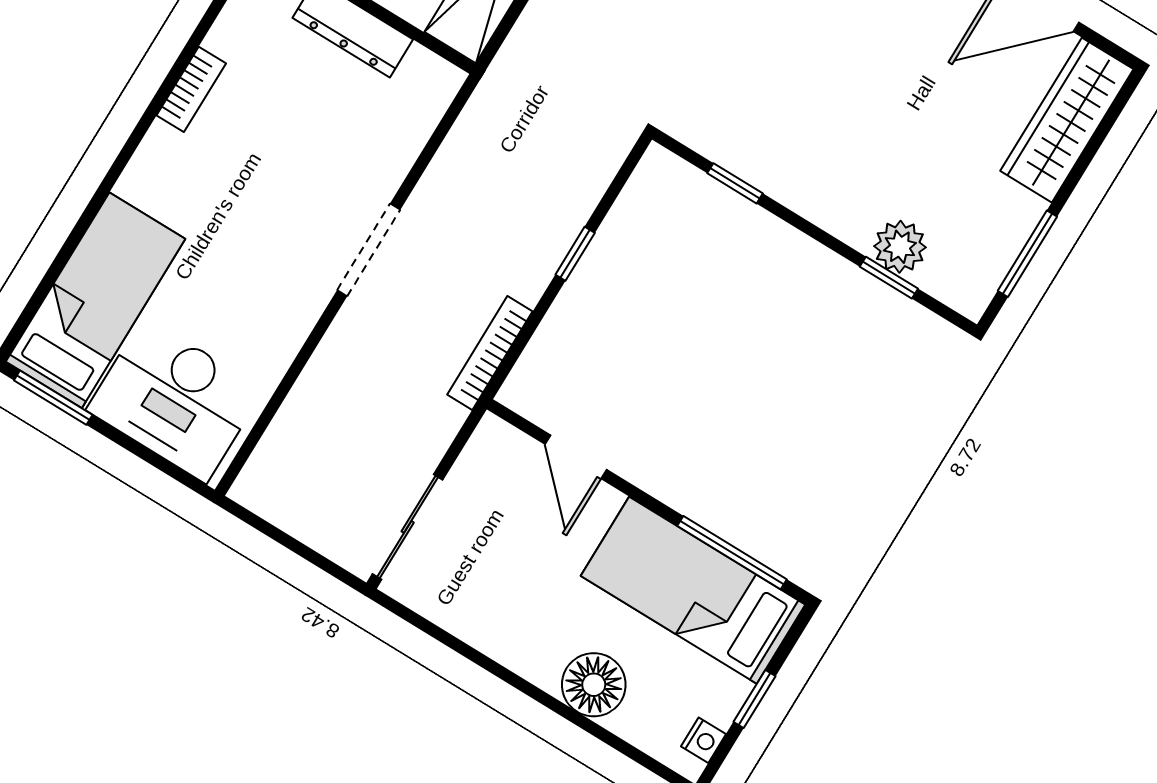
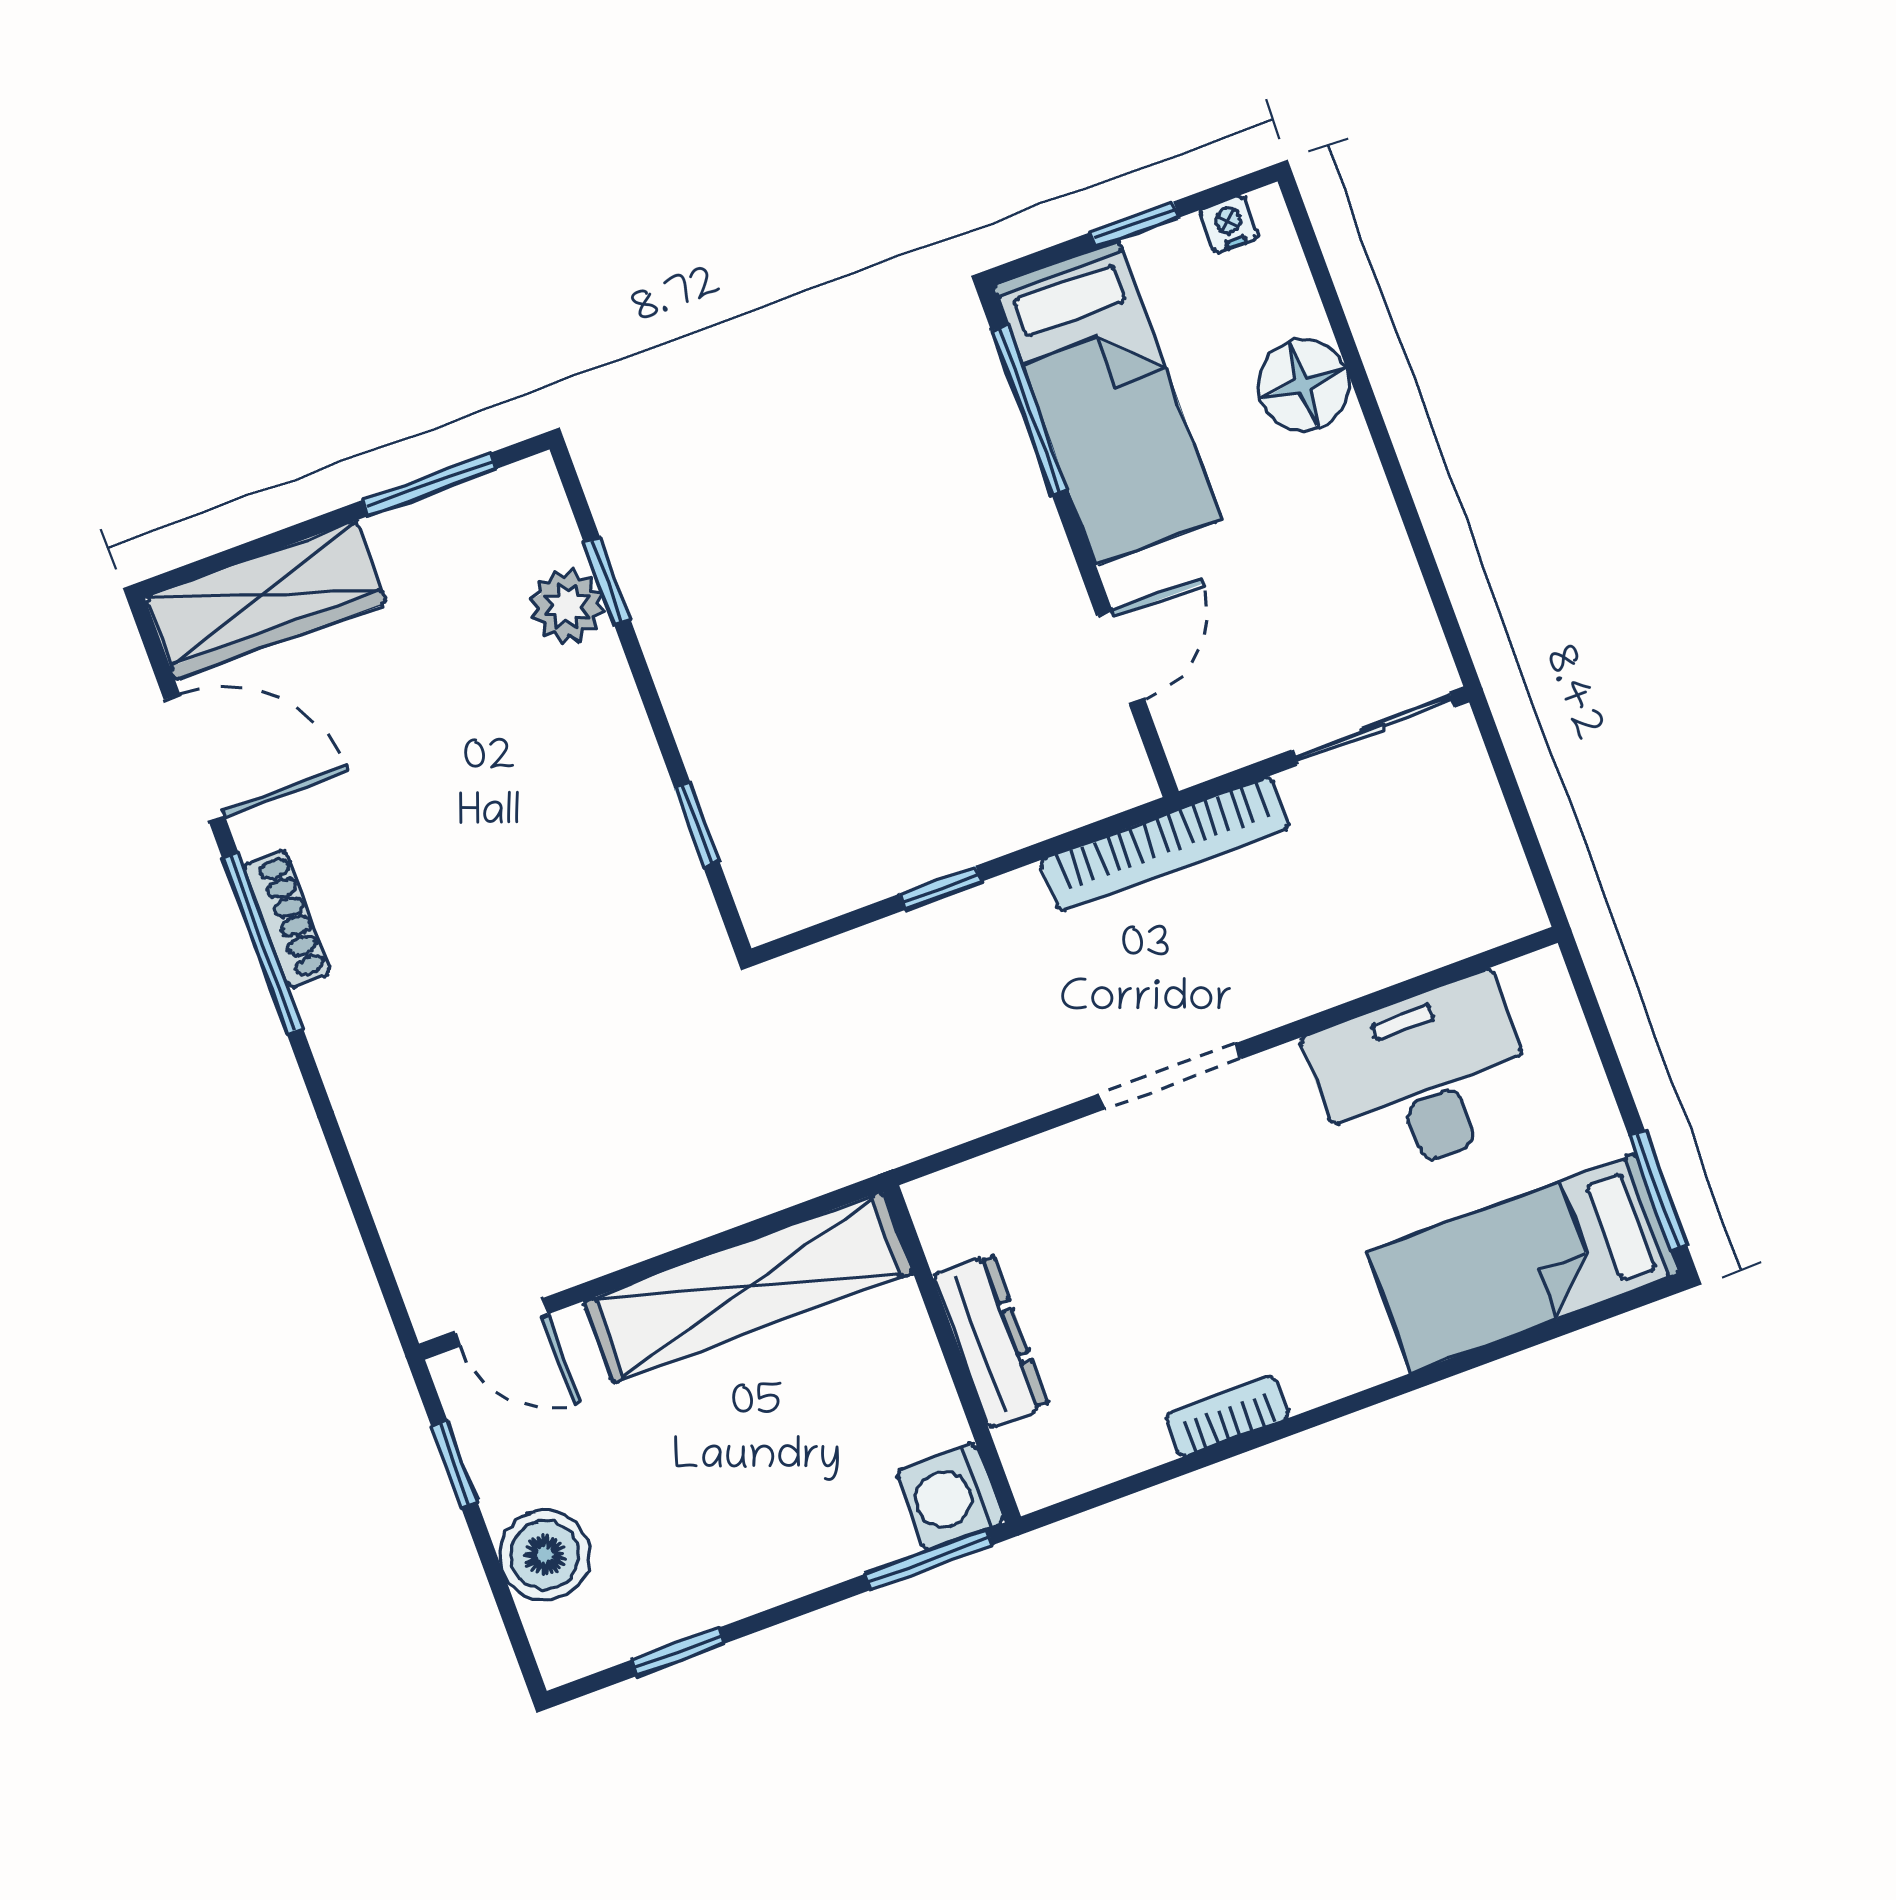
bookcase: (490, 353) -> (1165, 844), width x1.48, depth x1.31
desk: (175, 400) -> (1423, 1078), moved, turned -90

